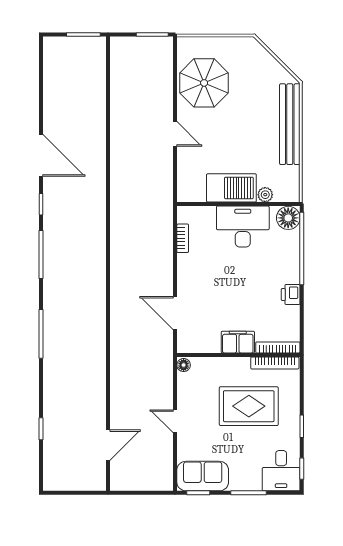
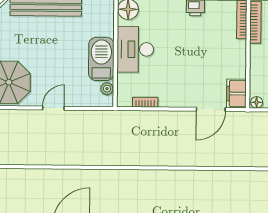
plant: (265, 195) -> (107, 89), moved
filing cabinet: (238, 342) -> (236, 94), moved

